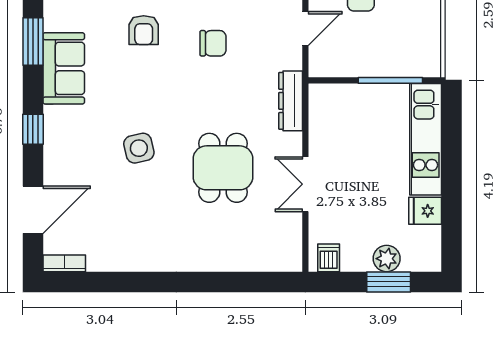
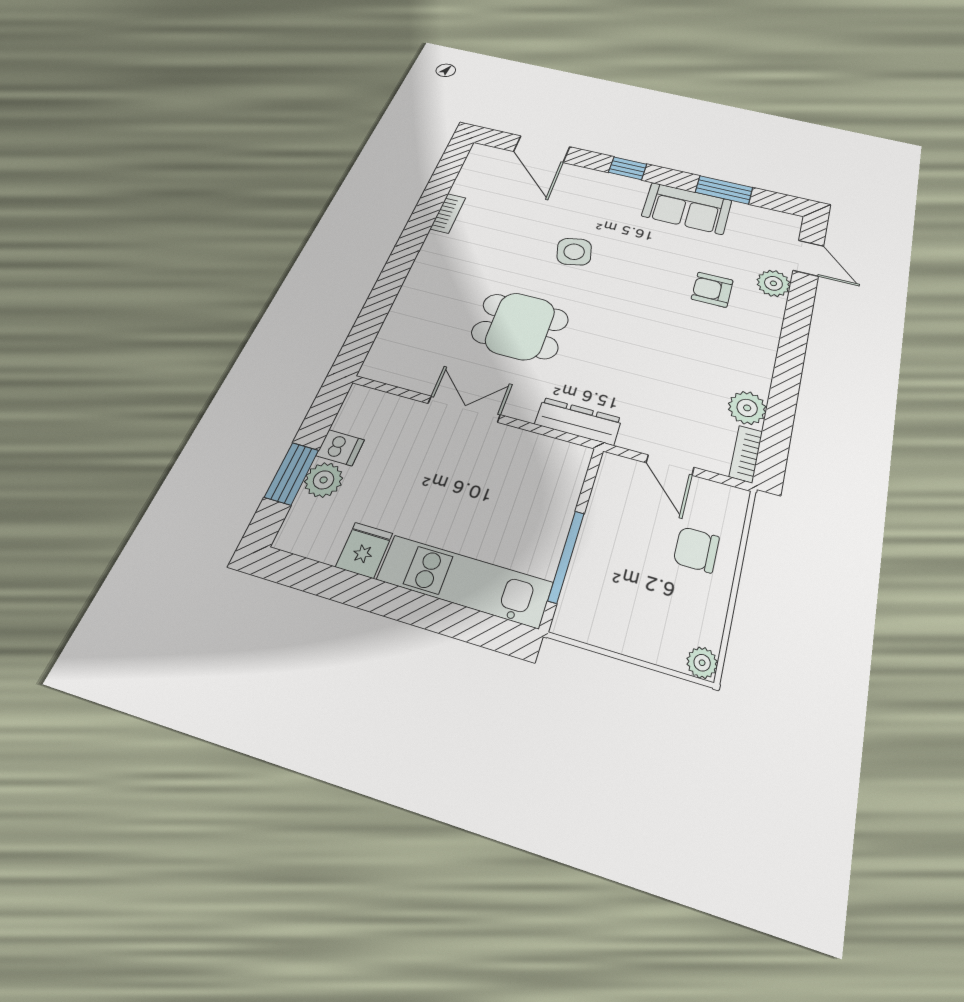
chair: (213, 43) -> (678, 355), removed
dishwasher: (329, 258) -> (340, 448), moved
bookcase: (64, 263) -> (448, 213), moved

